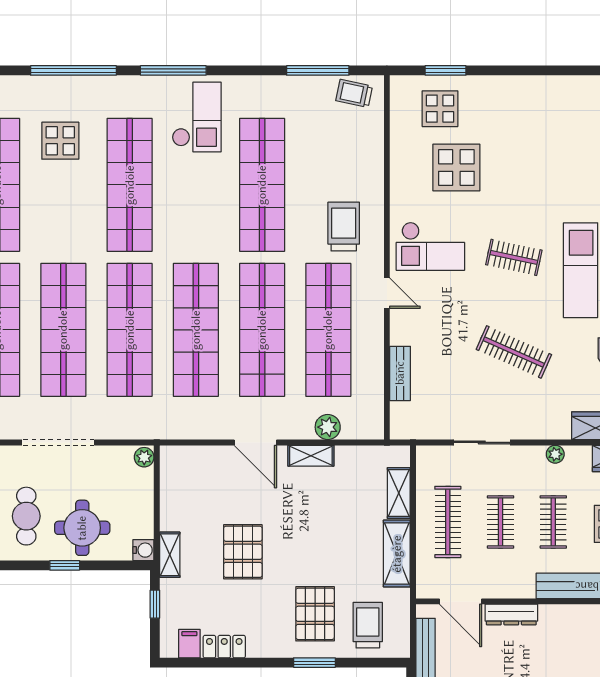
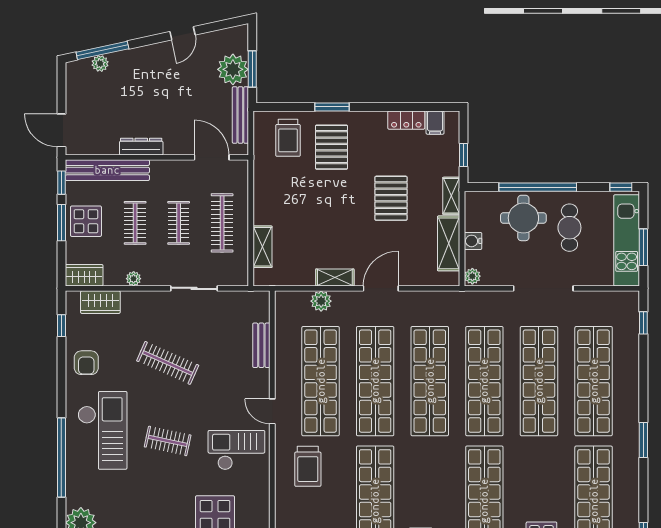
door: (255, 442) -> (381, 288), hinge flipped
water cooler: (143, 550) -> (473, 241), moved
shelving: (397, 554) -> (449, 243), moved
window: (65, 565) -> (538, 187), width x3.17
dresser: (511, 615) -> (141, 147), moved

